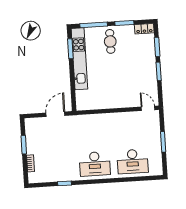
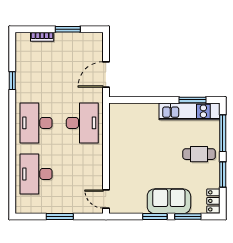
kitchen unit: (79, 59) -> (189, 111), width x0.73
sofa: (147, 62) -> (169, 201), added
door: (148, 108) -> (106, 199), swing flipped
door: (55, 114) -> (106, 74), swing flipped
desk: (93, 130) -> (82, 123), added

